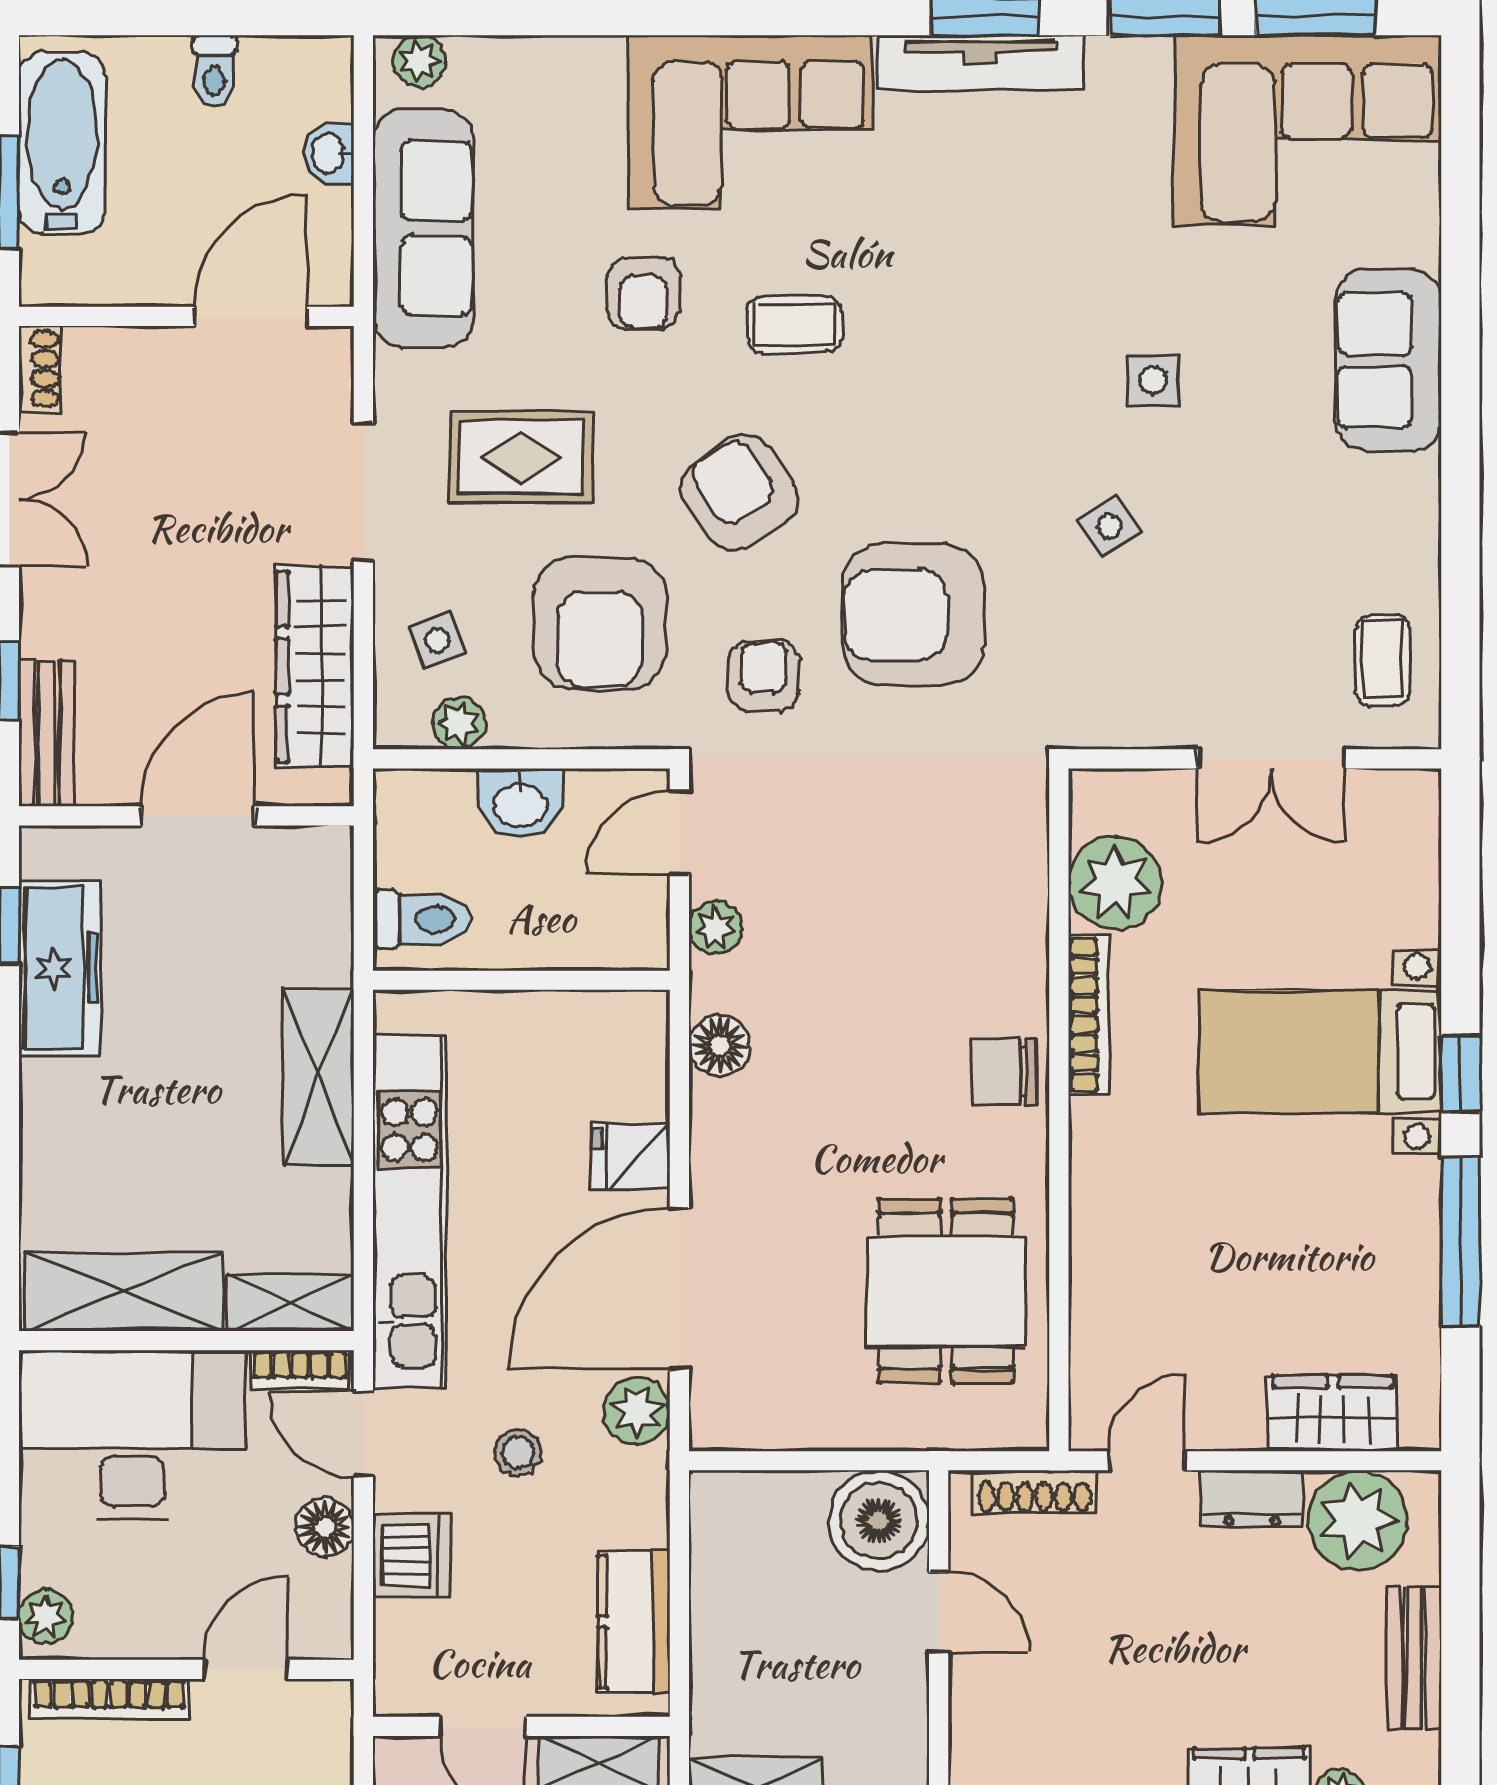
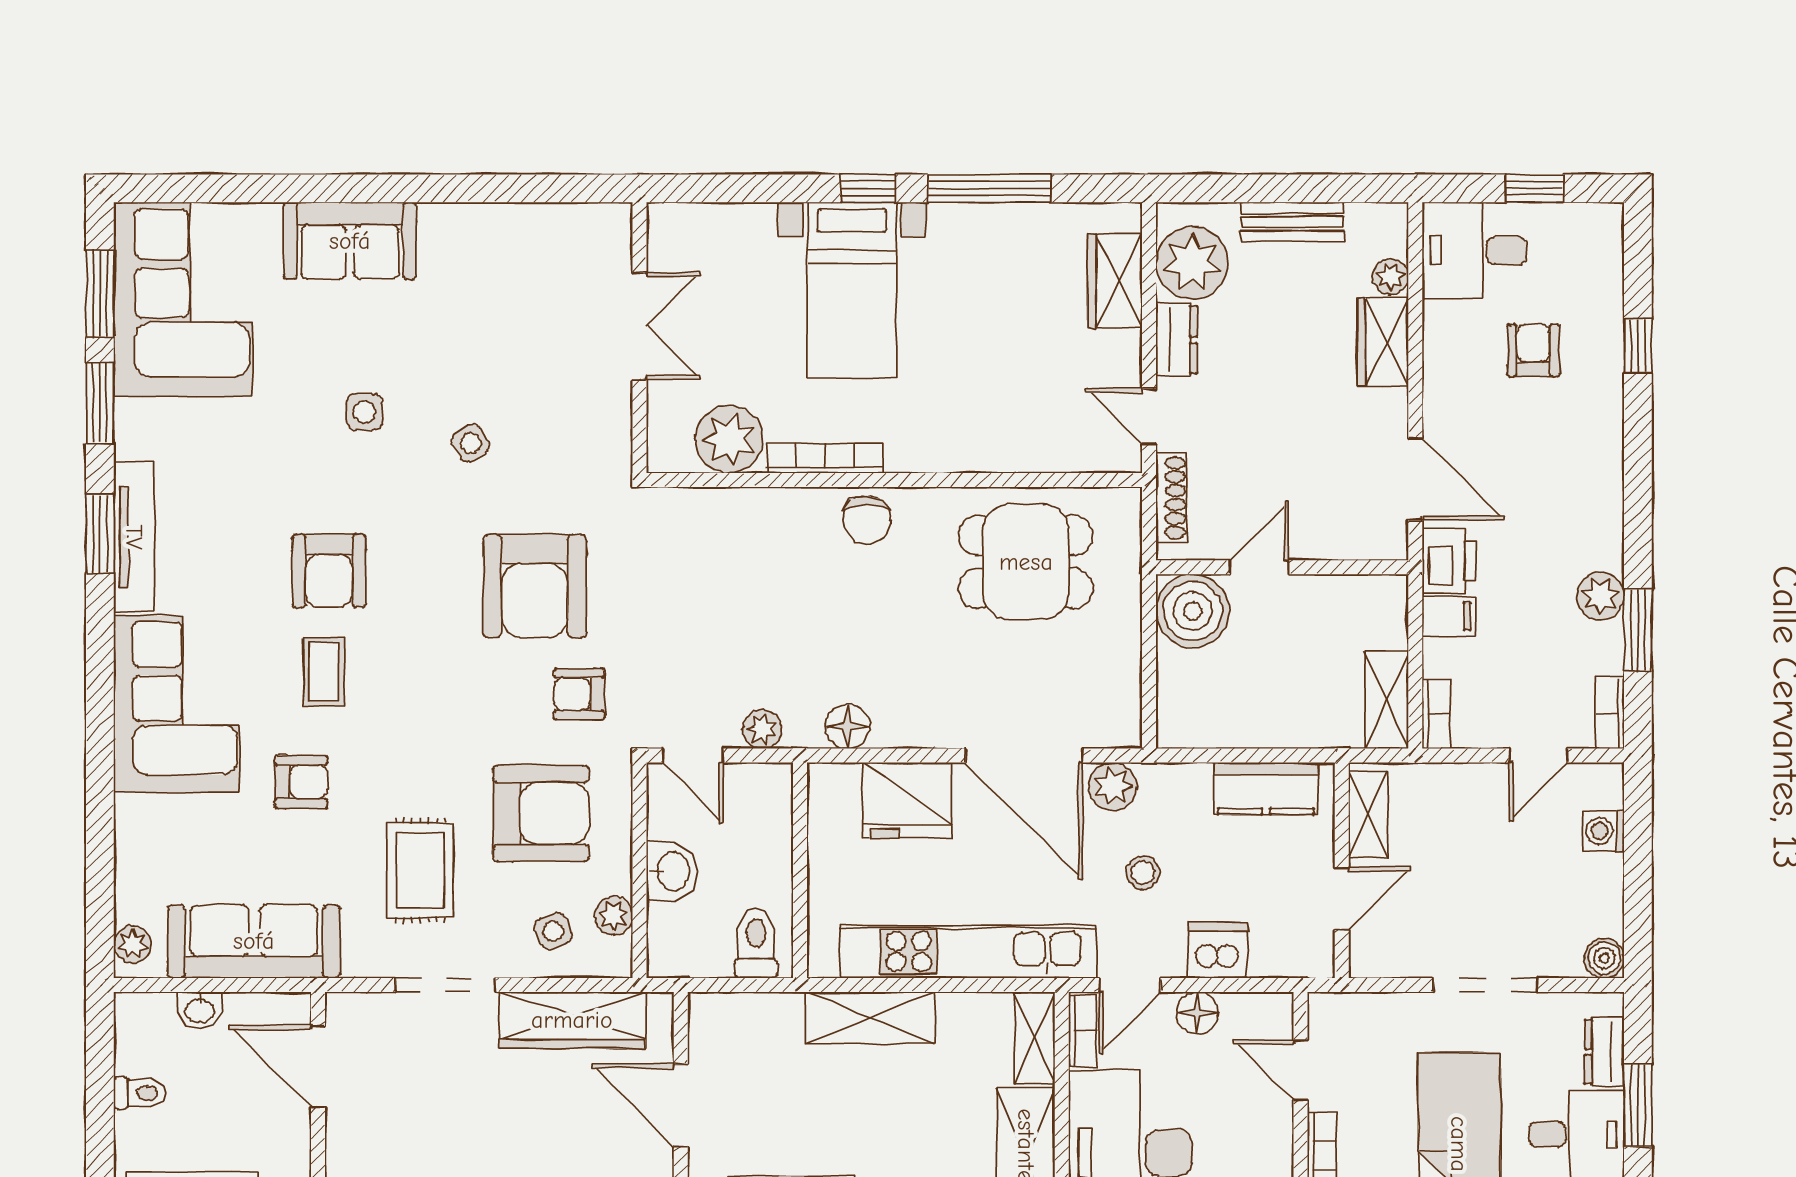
armchair: (739, 493) -> (329, 571), moved, turned -56
coffee table: (1383, 660) -> (567, 245), removed
fridge: (631, 1157) -> (907, 800), width x1.88, depth x1.34

